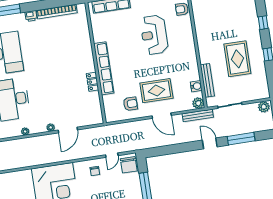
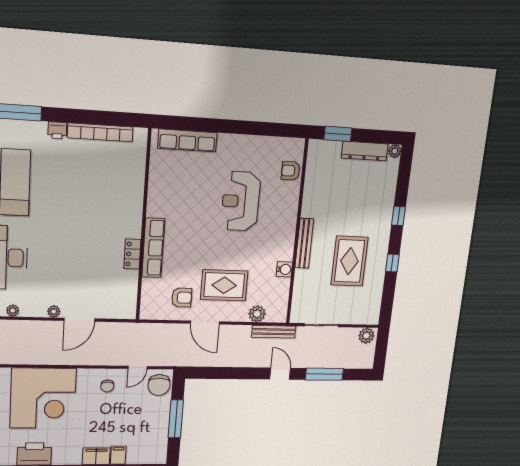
row of seats: (104, 68) -> (153, 248), width x0.73
bench: (207, 80) -> (304, 243), moved
water cooler: (196, 86) -> (284, 269), moved
plant: (198, 103) -> (257, 314), moved
door: (162, 116) -> (205, 323), moved

